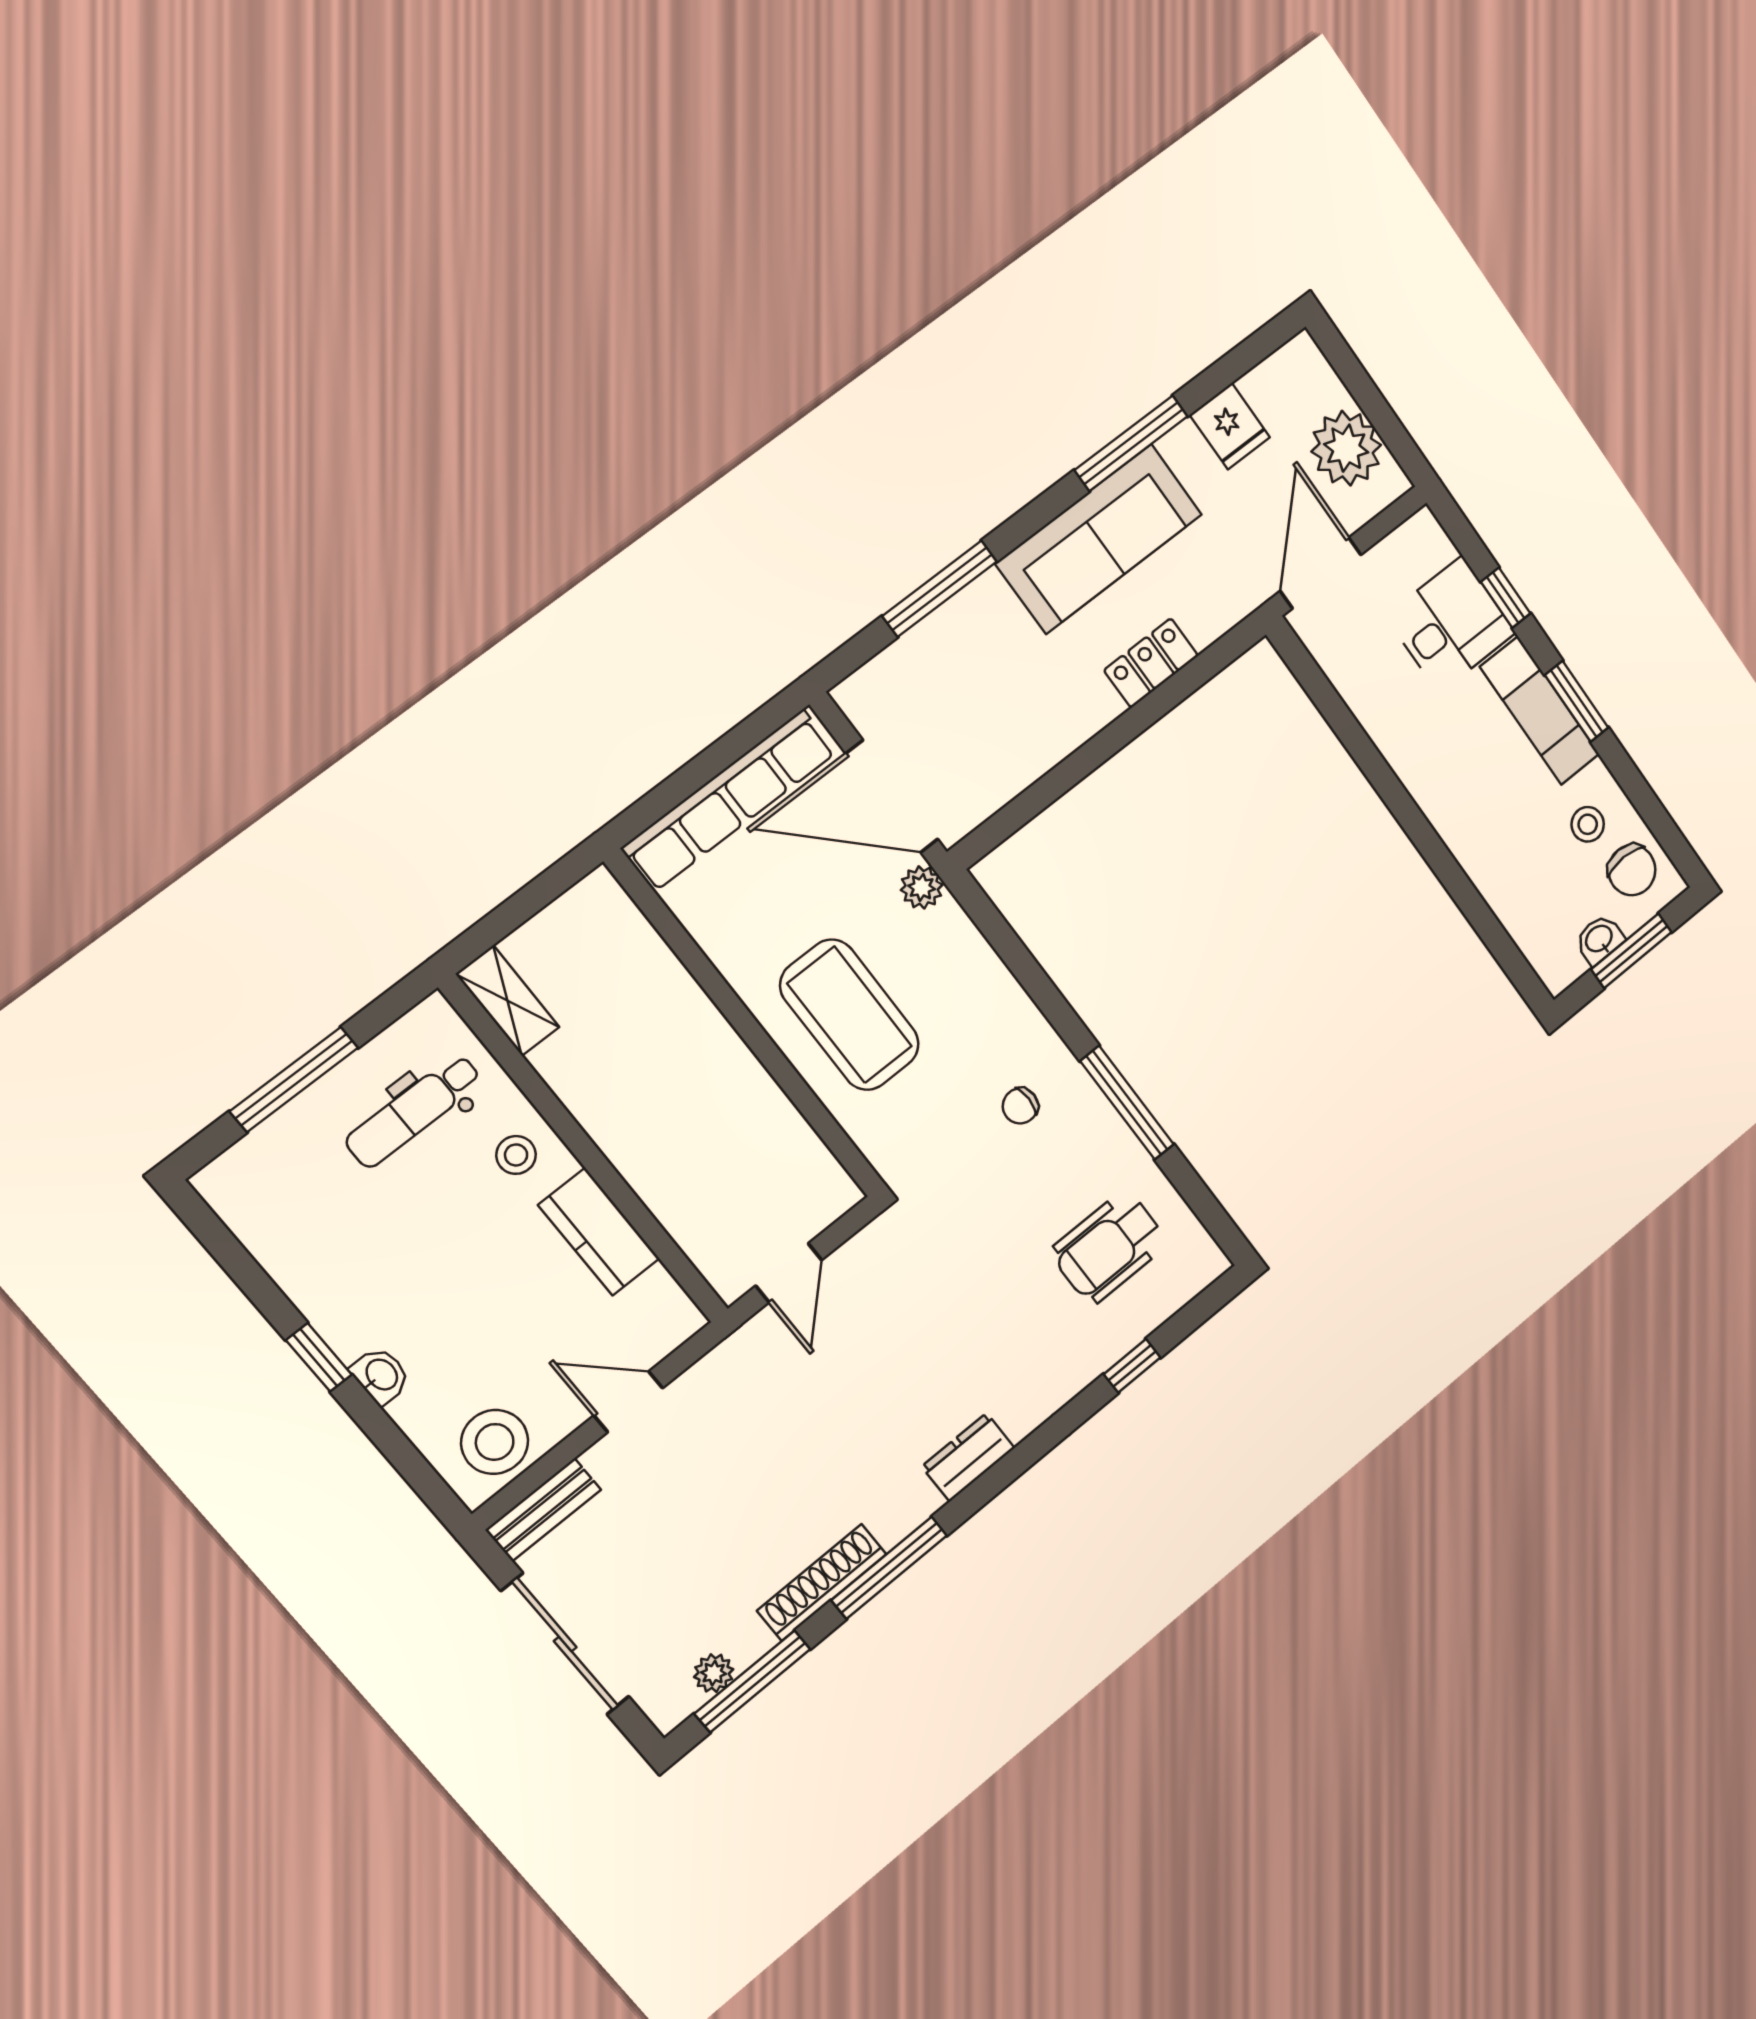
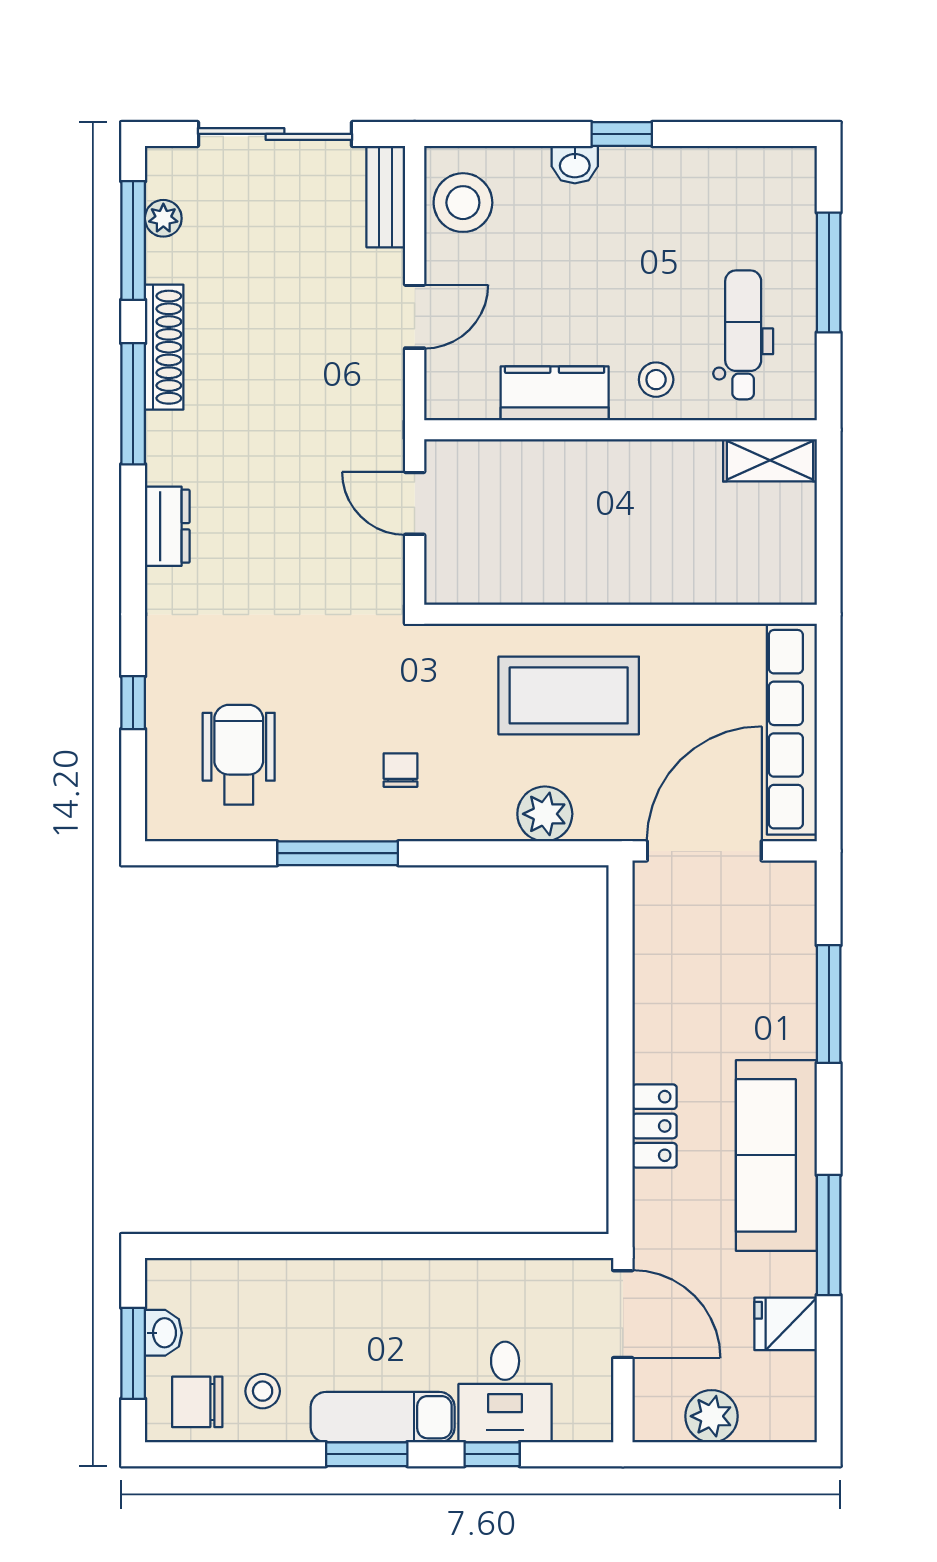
plant: (1346, 448) -> (711, 1416), width x0.73, depth x0.73
plant: (922, 887) -> (545, 814), moved, width x1.38, depth x1.38

